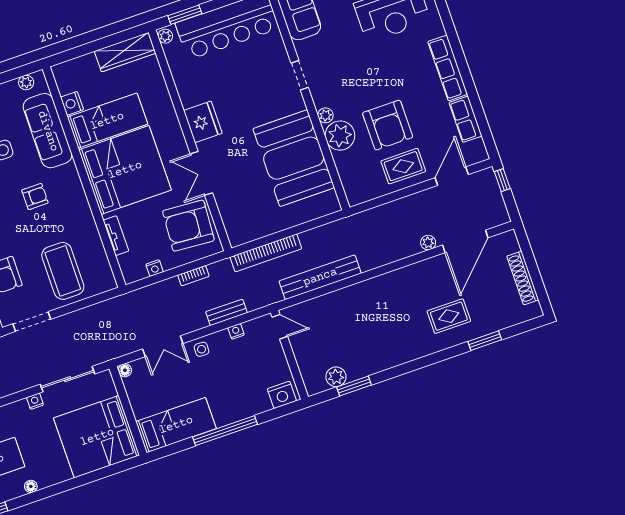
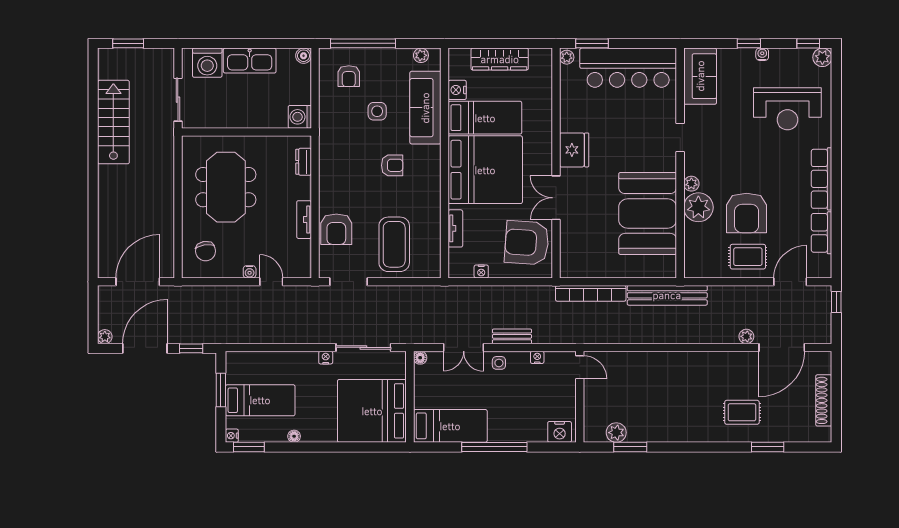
wardrobe: (125, 52) -> (500, 59), moved
bookcase: (193, 276) -> (515, 291), removed
bench: (320, 277) -> (667, 295), moved
bench: (226, 312) -> (512, 336), moved

